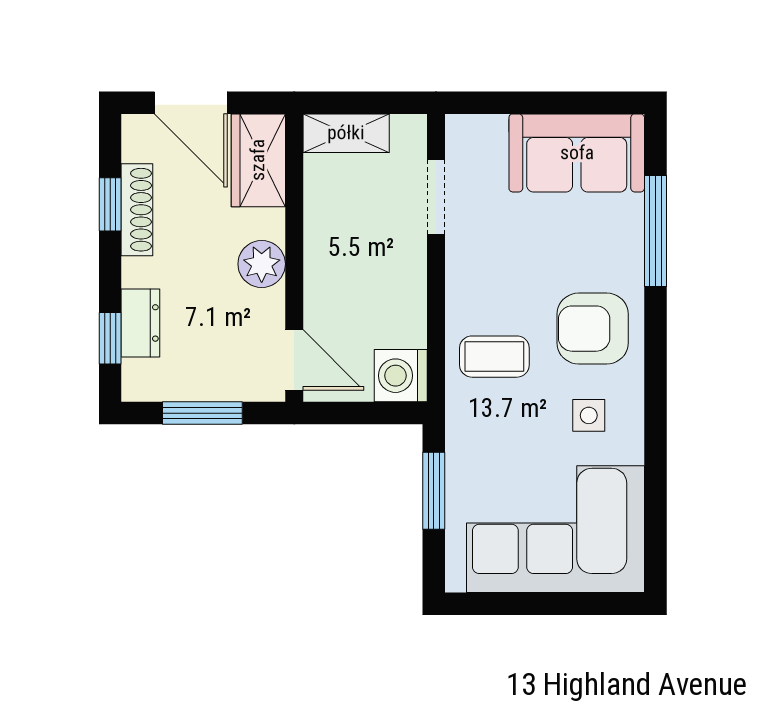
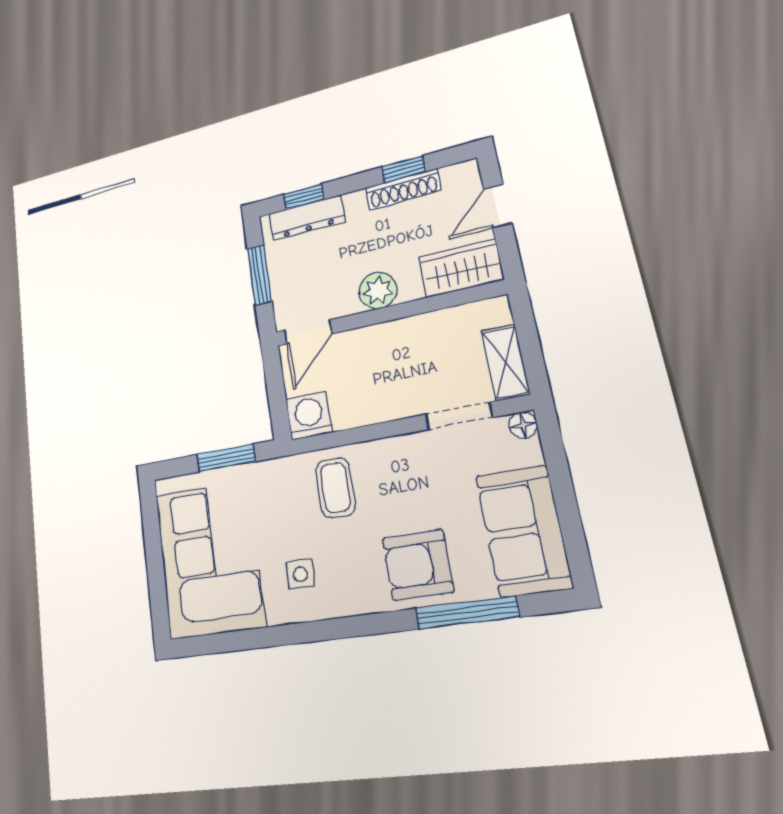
door: (191, 103) -> (498, 206), width x0.73
floor lamp: (460, 129) -> (523, 425), added
shelving: (346, 133) -> (505, 362), moved
dresser: (140, 323) -> (307, 218), width x1.44
armchair: (593, 329) -> (418, 565), moved, turned -90

